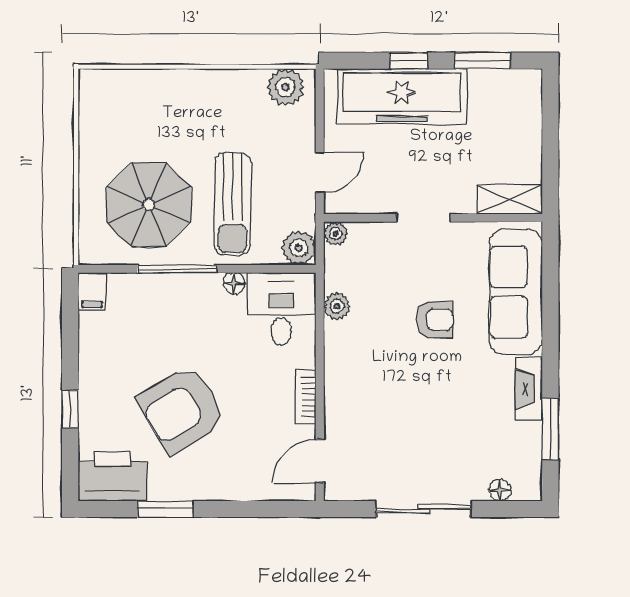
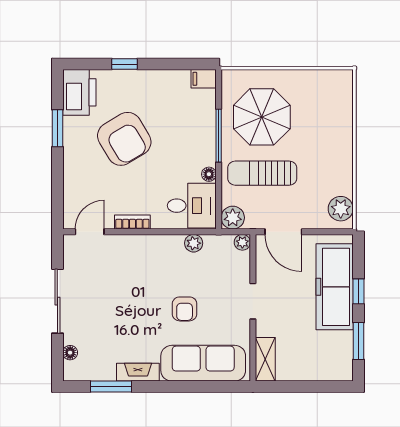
door: (320, 172) -> (283, 232), width x1.38
armchair: (181, 409) -> (124, 139), turned 180
door: (320, 461) -> (90, 232), hinge flipped

